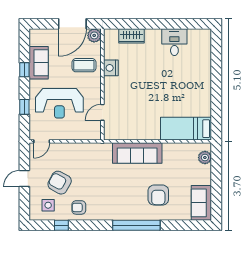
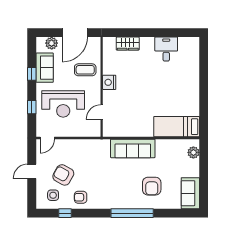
plant: (94, 35) -> (52, 43), moved
nightstand: (111, 68) -> (109, 82), moved

